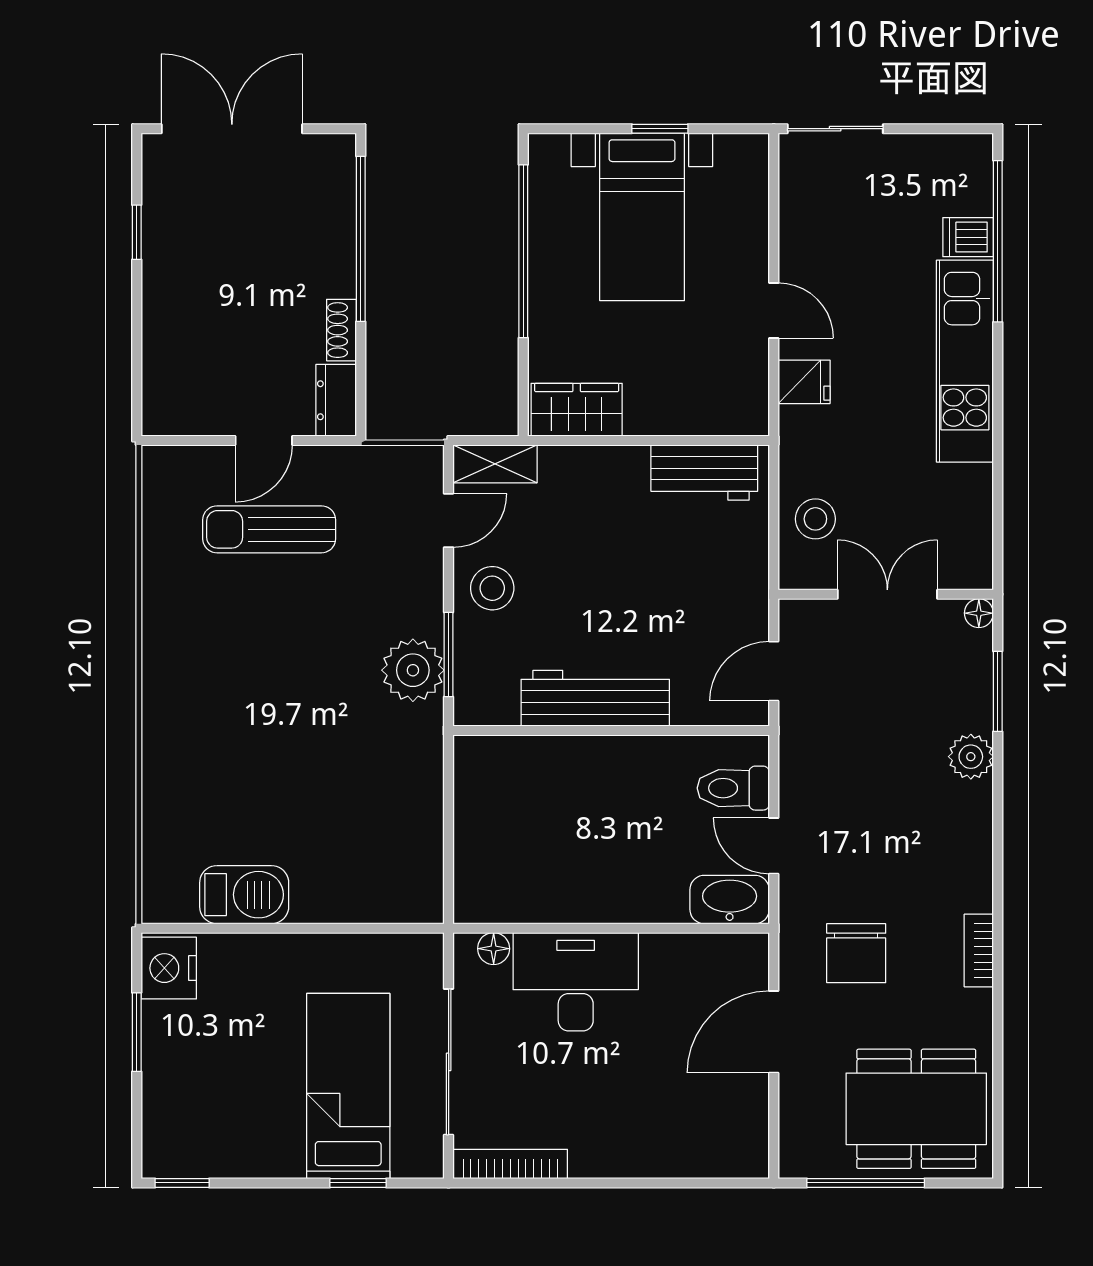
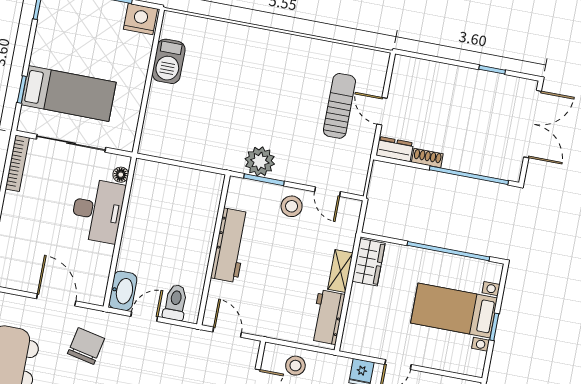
shelving: (495, 464) -> (340, 271), moved
chair: (856, 953) -> (86, 346), turned 102

